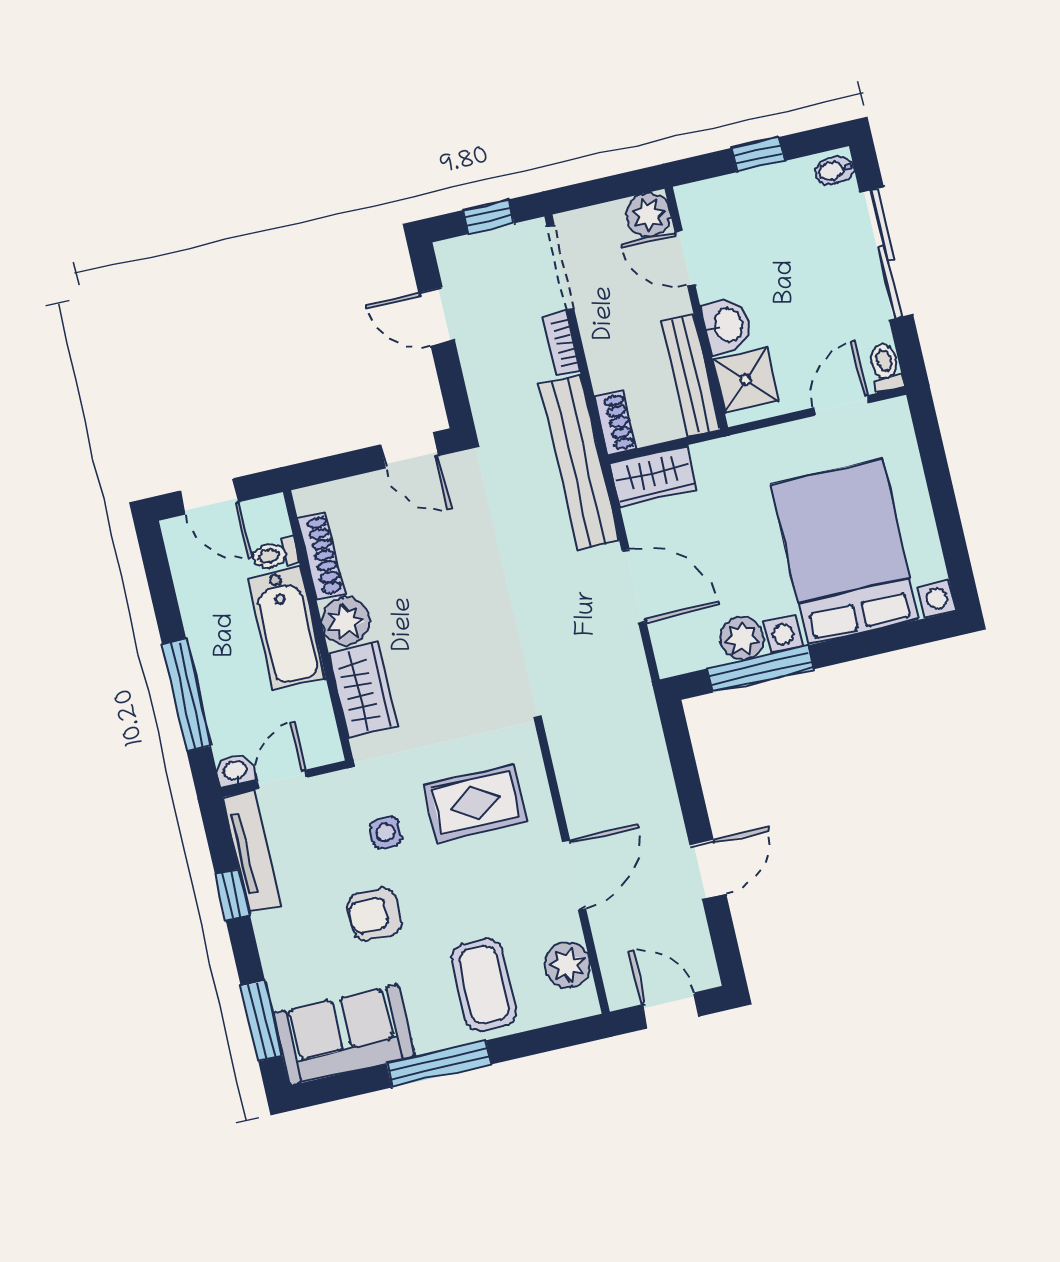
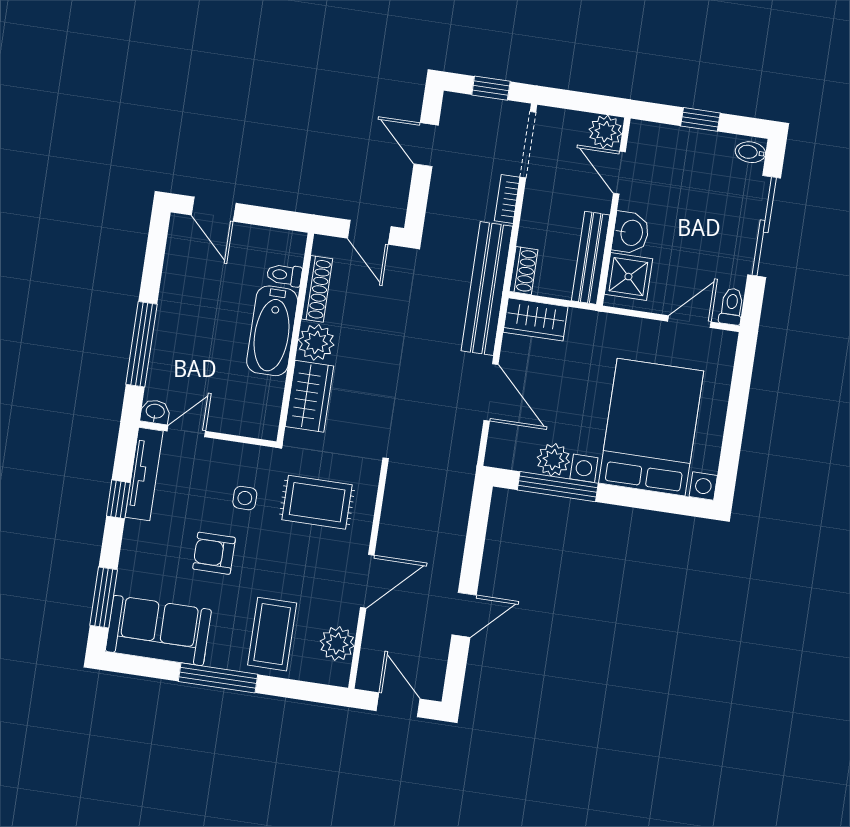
toilet: (275, 555) -> (284, 275), moved
shoe rack: (321, 556) -> (317, 289), moved
plant: (346, 621) -> (316, 342), moved
wall: (318, 625) -> (295, 338), moved
bathtub: (287, 628) -> (272, 331), moved
wardrobe: (363, 690) -> (309, 396), moved

